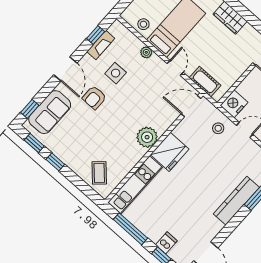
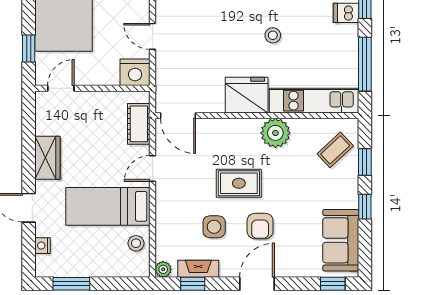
plant: (146, 52) -> (163, 269), moved
armchair: (94, 98) -> (260, 226), turned 90
rug: (127, 107) -> (239, 183), added
sofa: (50, 112) -> (341, 240), moved, turned -90
stool: (218, 128) -> (273, 35), moved
plant: (147, 137) -> (275, 133), moved
window: (34, 143) -> (365, 162), moved

